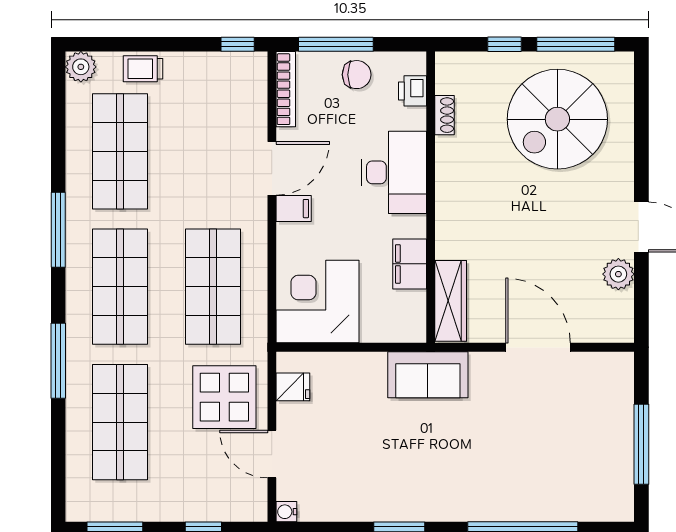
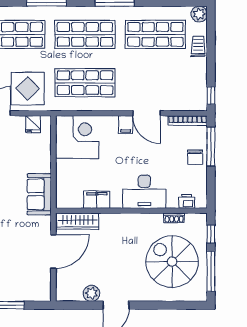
printer: (412, 91) -> (187, 201), moved
shoe rack: (445, 115) -> (174, 218), moved
desk: (394, 172) -> (144, 192), moved
wall: (431, 197) -> (131, 211), moved
filing cabinet: (410, 264) -> (97, 200), moved
wardrobe: (451, 301) -> (78, 221), moved

